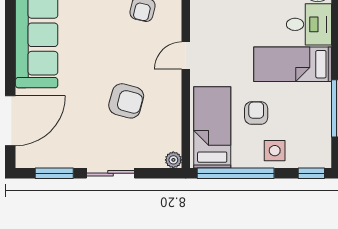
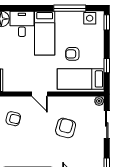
side table: (275, 151) -> (90, 18), moved
sliding door: (111, 173) -> (107, 124), moved
window: (236, 173) -> (107, 66), width x0.32

